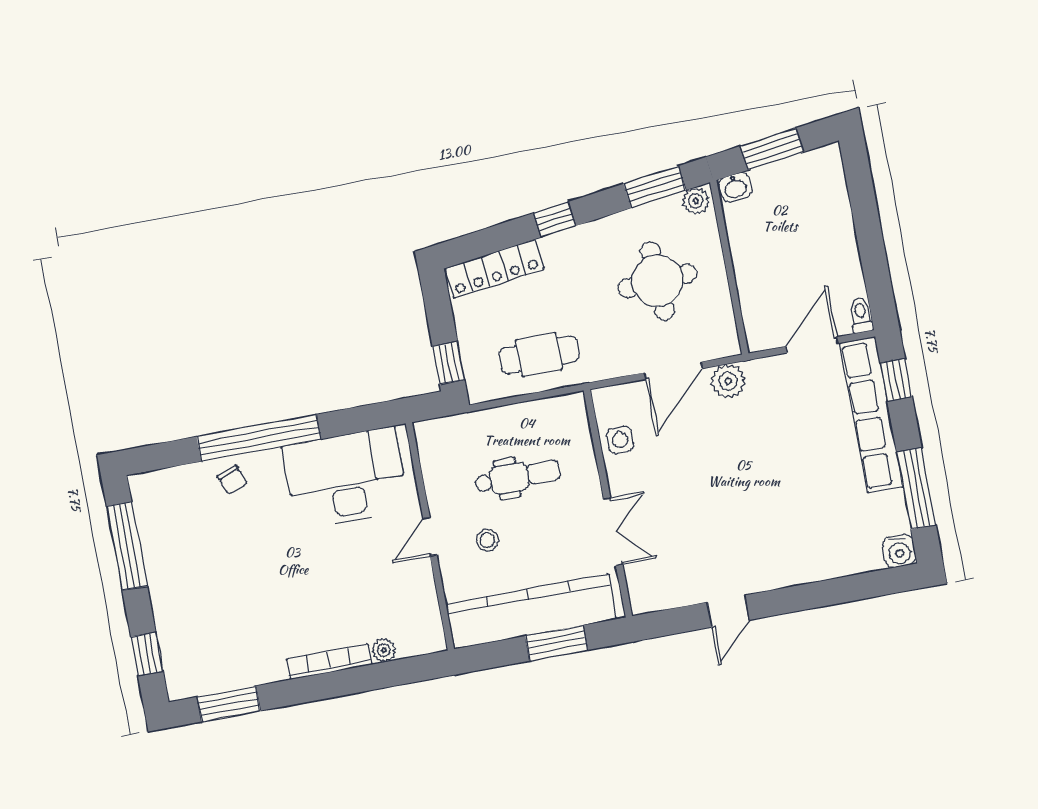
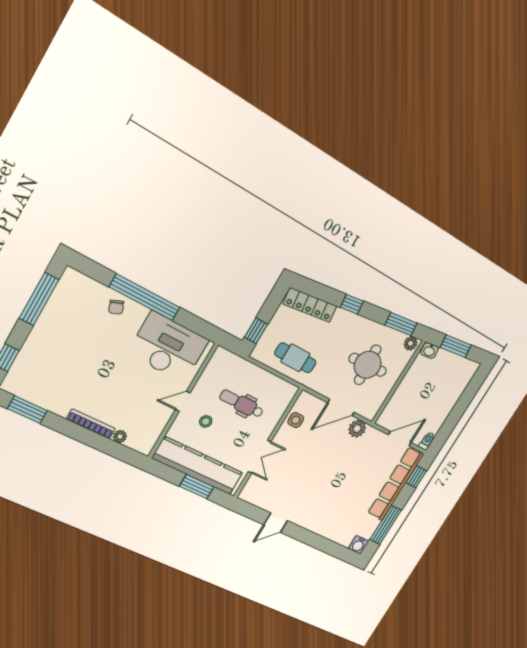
dental chair: (518, 477) -> (242, 404), turned 180

